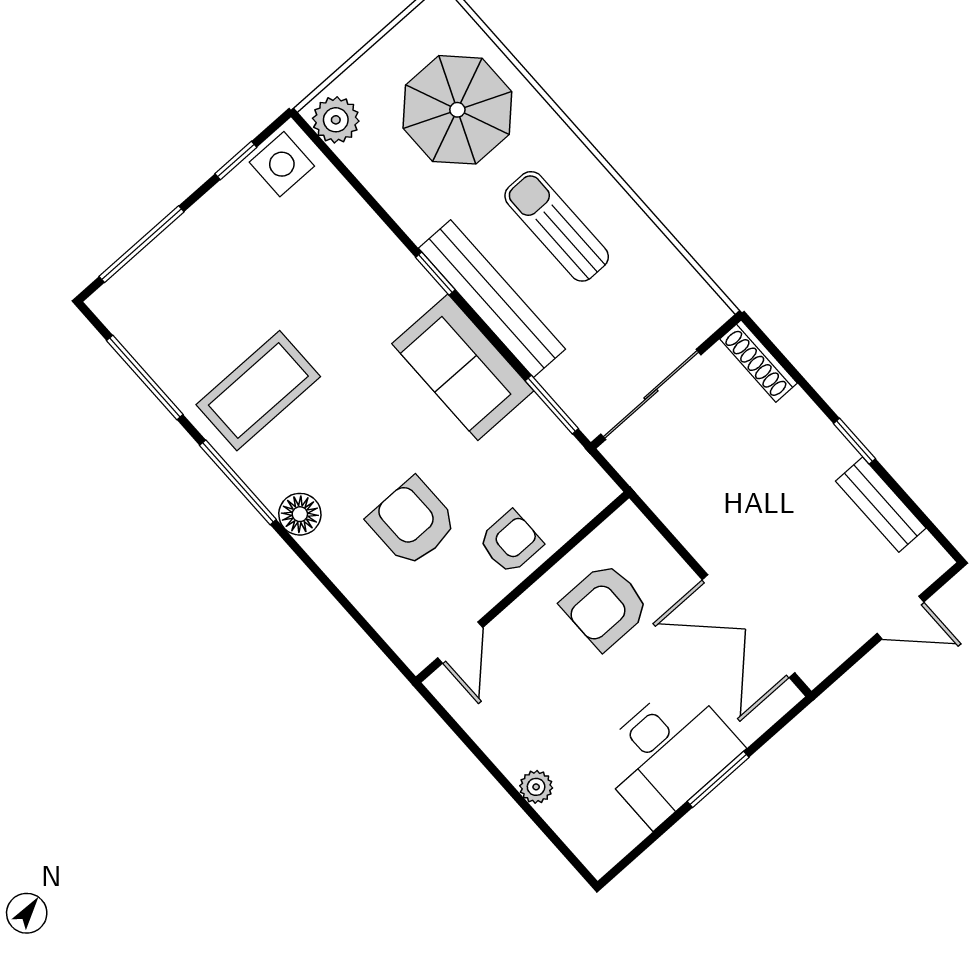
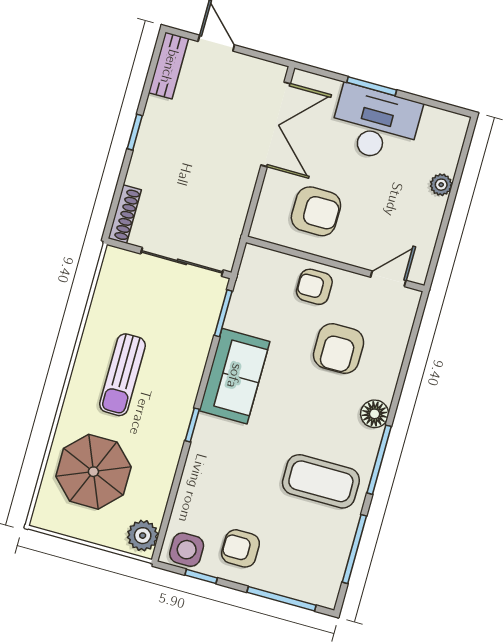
armchair: (239, 233) -> (241, 548), added
bench: (492, 299) -> (186, 385), removed
bench: (881, 505) -> (169, 66), moved

